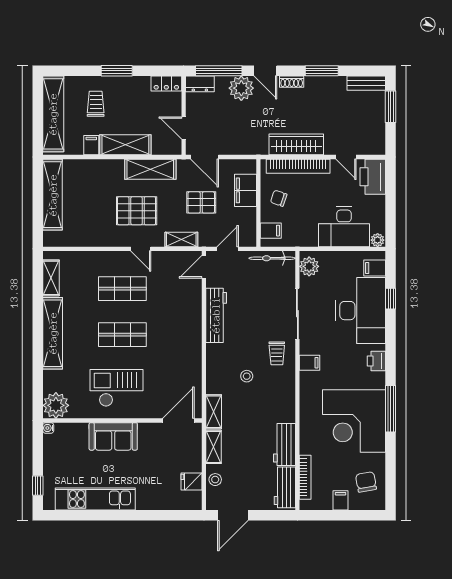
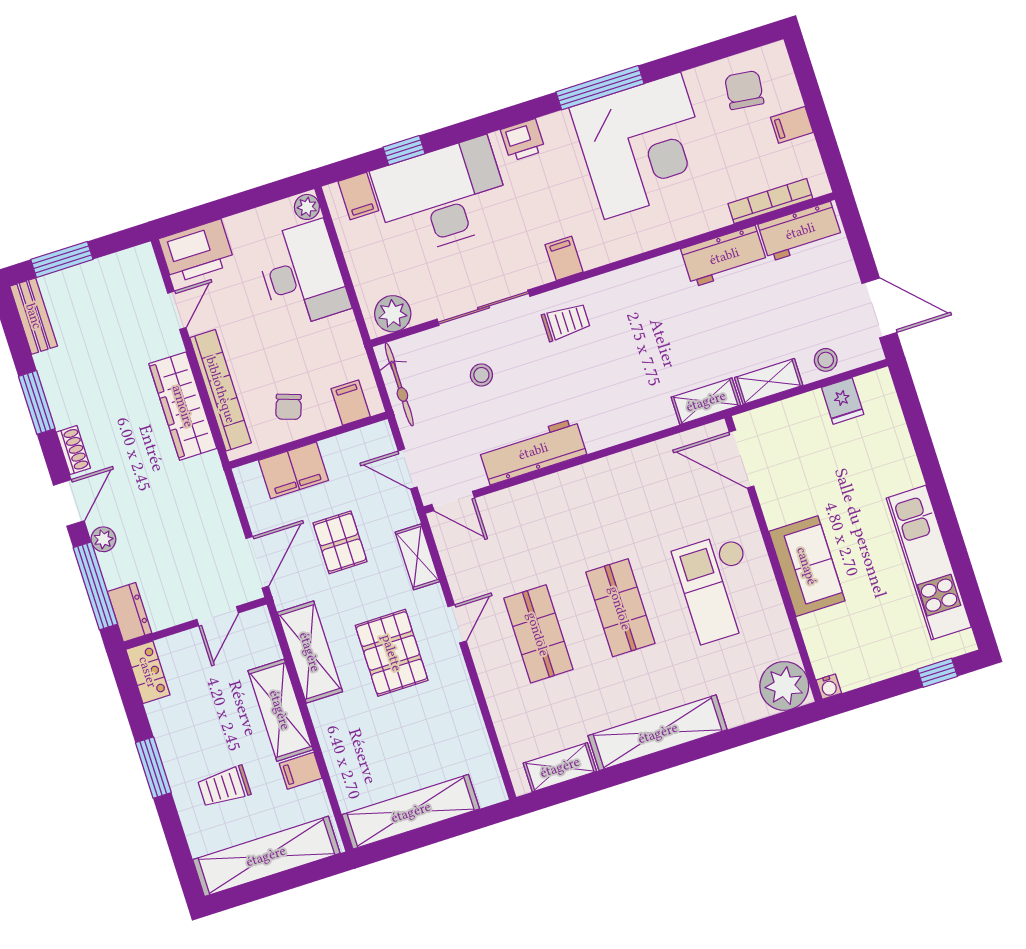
plant: (241, 88) -> (103, 539), width x0.53, depth x0.53
stool: (247, 376) -> (481, 375), moved
chair: (366, 482) -> (744, 90), turned 107

